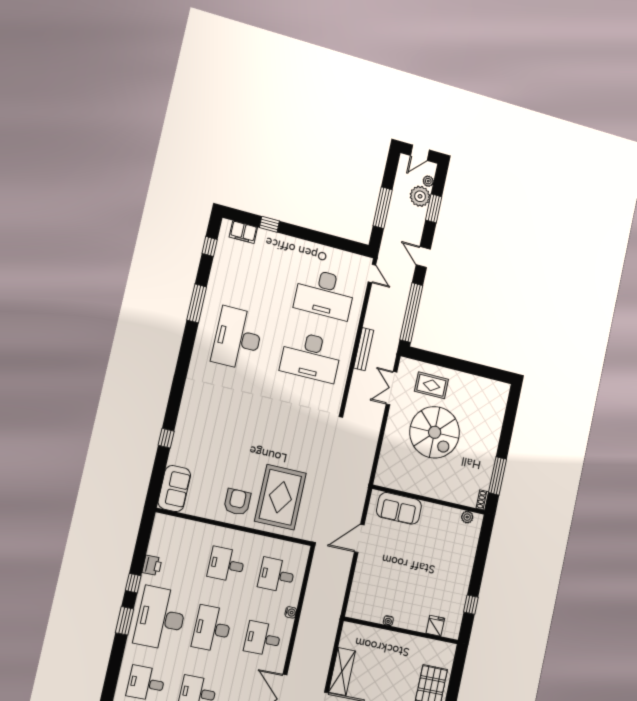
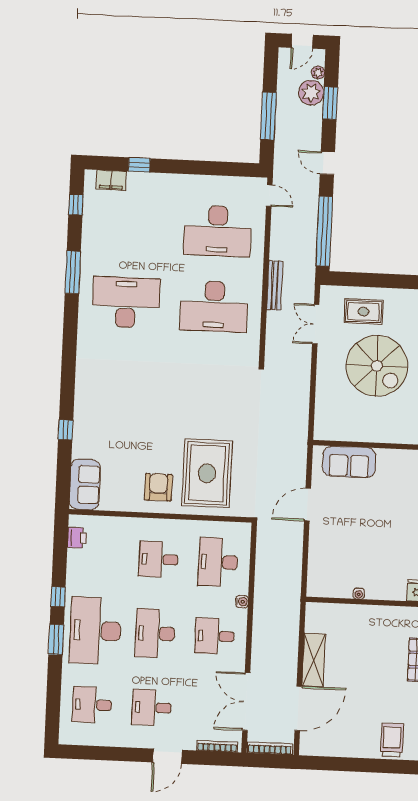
desk: (238, 338) -> (126, 302), turned 90
printer: (152, 565) -> (77, 538), moved
desk: (277, 575) -> (218, 562), width x1.37

